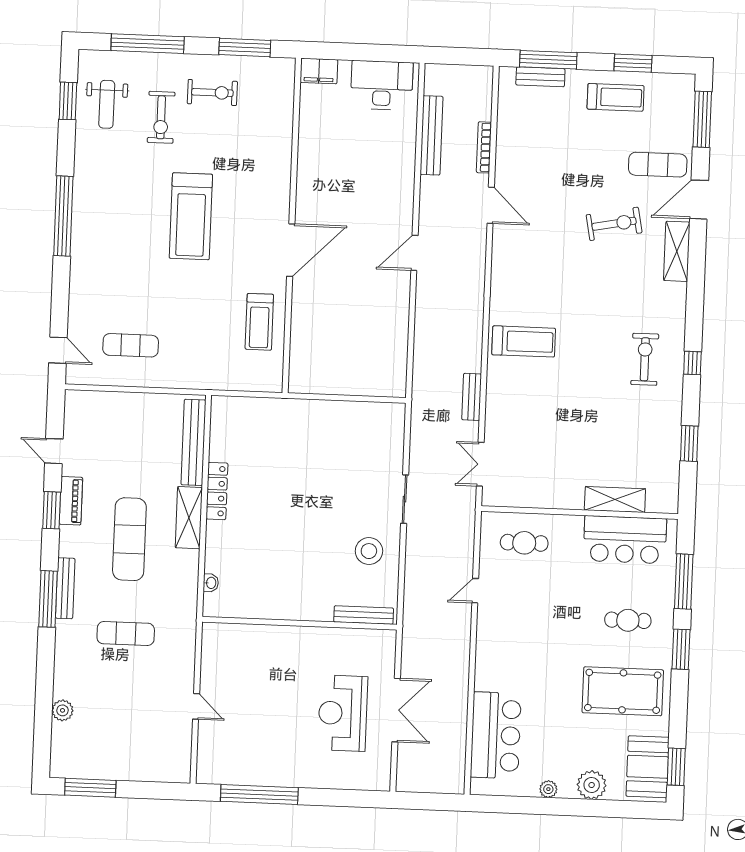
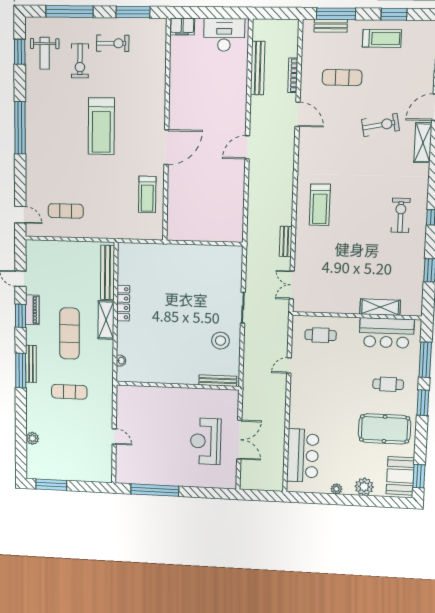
exercise mat: (658, 165) -> (342, 77), moved
treadmill: (524, 341) -> (320, 205), turned 90

